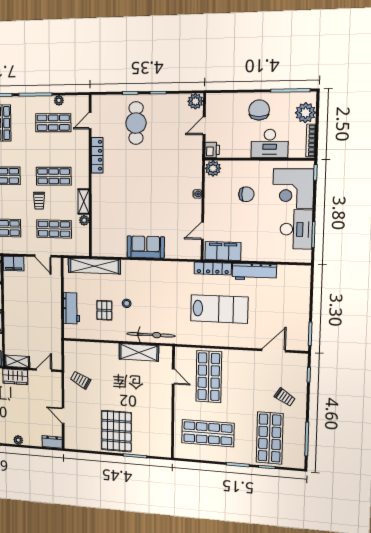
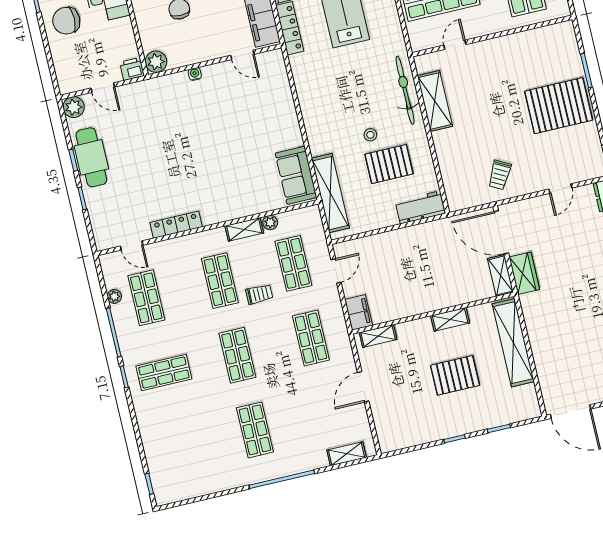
cafe table: (136, 123) -> (91, 157), moved, turned 90
sofa: (146, 247) -> (296, 175), moved
workbench: (71, 308) -> (420, 207), moved
pallet: (104, 310) -> (389, 164), width x1.50, depth x1.42
door: (44, 370) -> (501, 232), width x1.88

